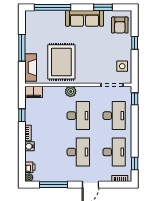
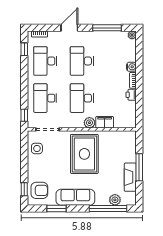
plant: (46, 16) -> (115, 200), added
armchair: (120, 25) -> (39, 190), turned 90
window: (135, 43) -> (24, 189), moved
rug: (61, 62) -> (84, 154), moved
fireplace: (31, 68) -> (130, 177), moved
filing cabinet: (34, 92) -> (105, 122), moved
window: (22, 115) -> (139, 99), removed
printer: (30, 167) -> (131, 95), moved

